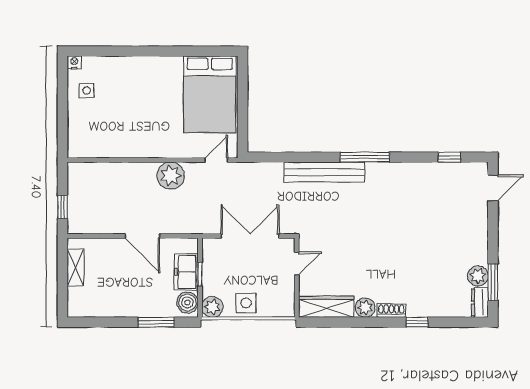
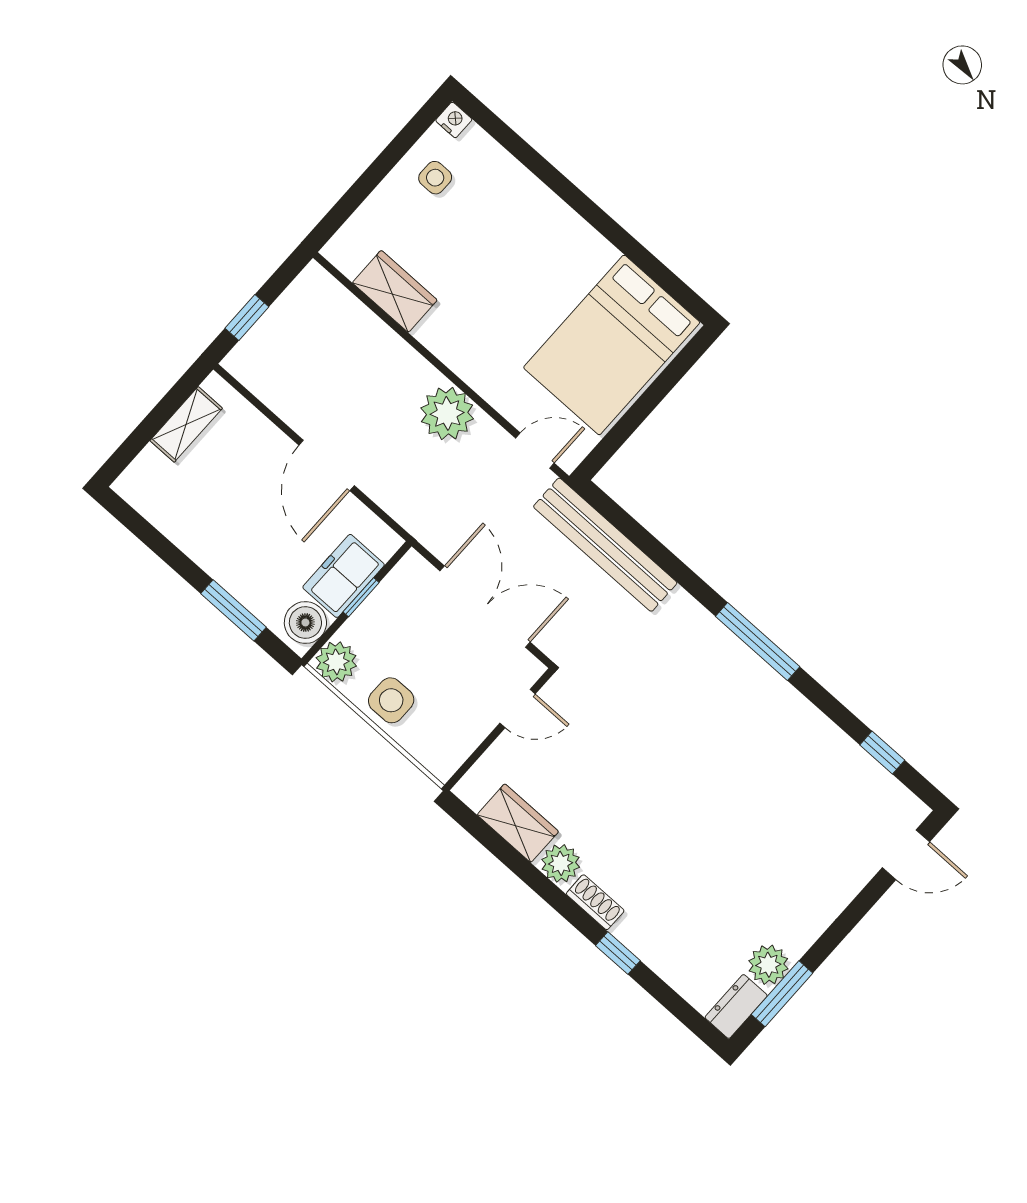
wardrobe: (110, 147) -> (395, 291), added
bench: (324, 172) -> (605, 545), moved
wardrobe: (326, 307) -> (518, 823), width x0.67

